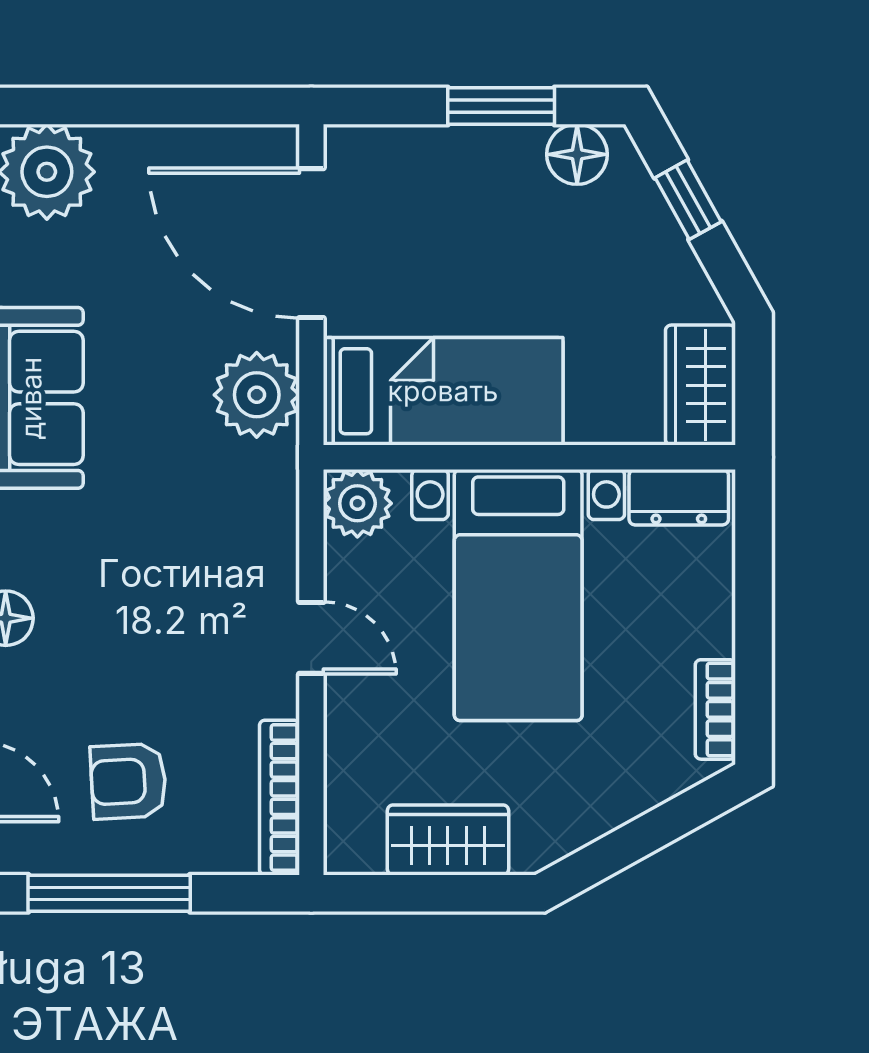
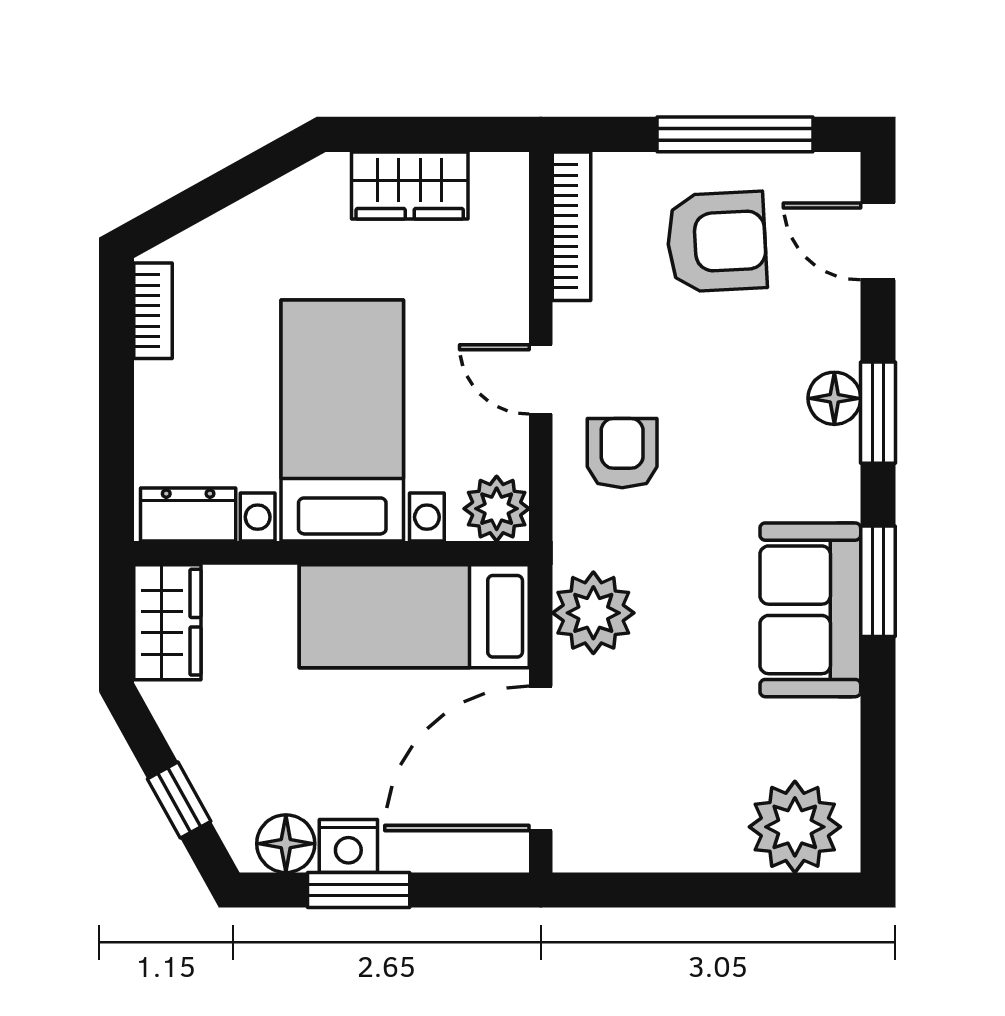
nightstand: (512, 152) -> (348, 846), added
door: (311, 243) -> (541, 758), swing flipped
armchair: (227, 561) -> (622, 453), added
armchair: (128, 781) -> (717, 242), width x1.38, depth x1.38

